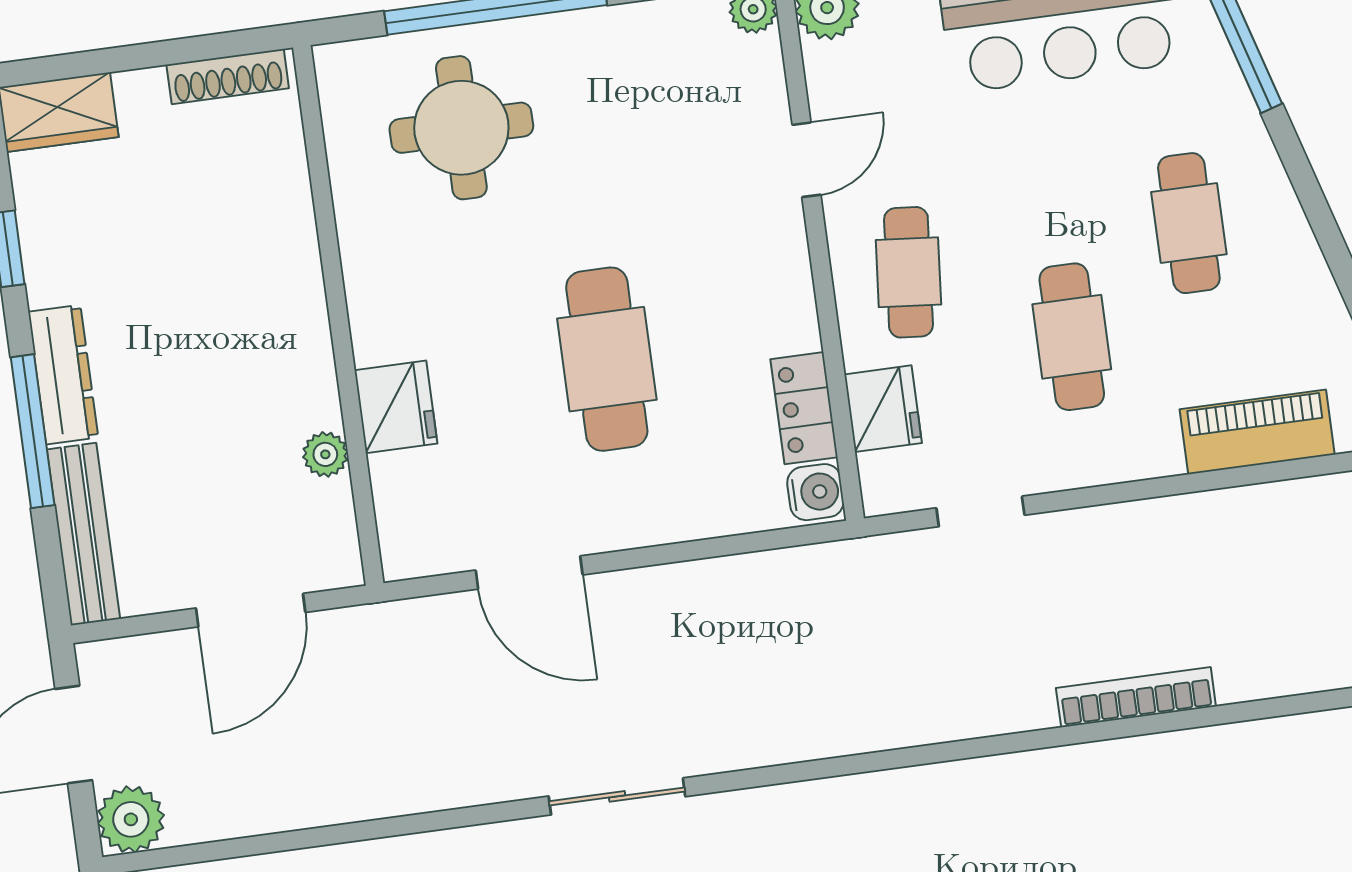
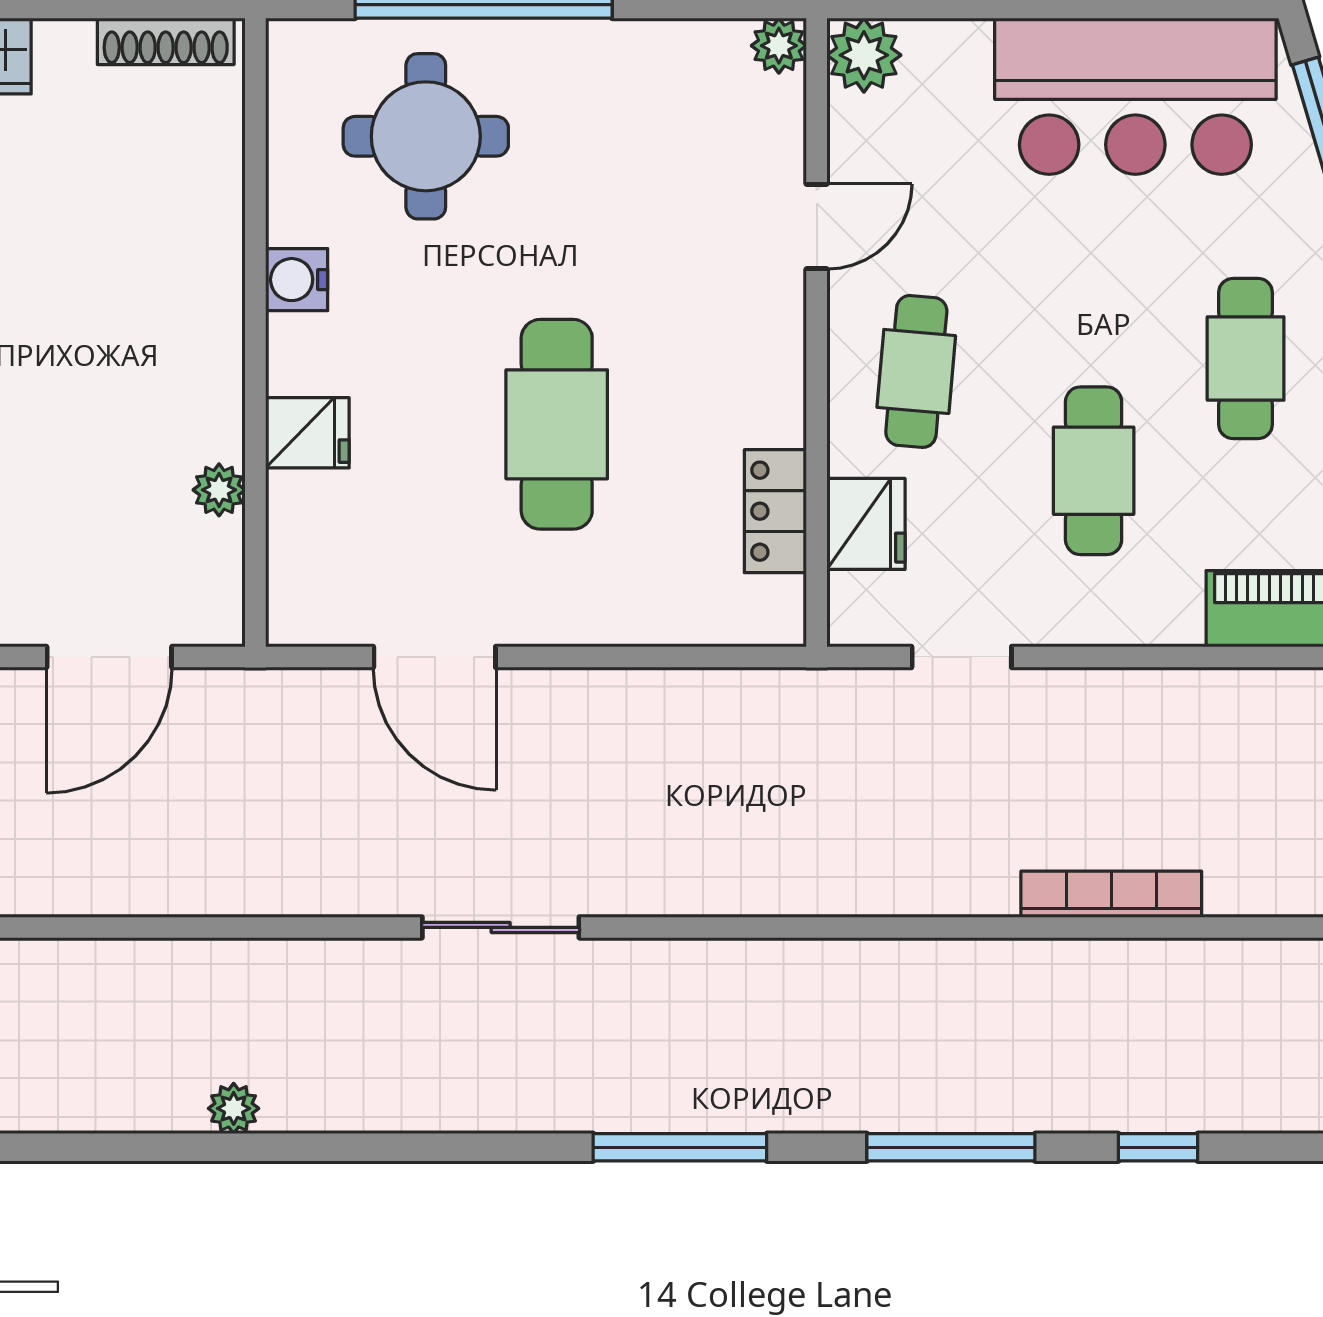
fridge: (396, 407) -> (307, 433), width x0.72
water cooler: (815, 492) -> (297, 280), moved, turned 180

